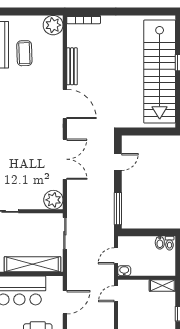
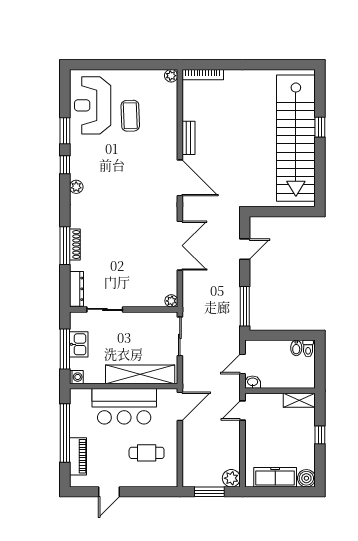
plant: (53, 25) -> (171, 76), width x0.53, depth x0.53
bench: (72, 66) -> (189, 138), width x0.73
plant: (53, 200) -> (171, 301), width x0.53, depth x0.53
door: (65, 302) -> (180, 406), moved

